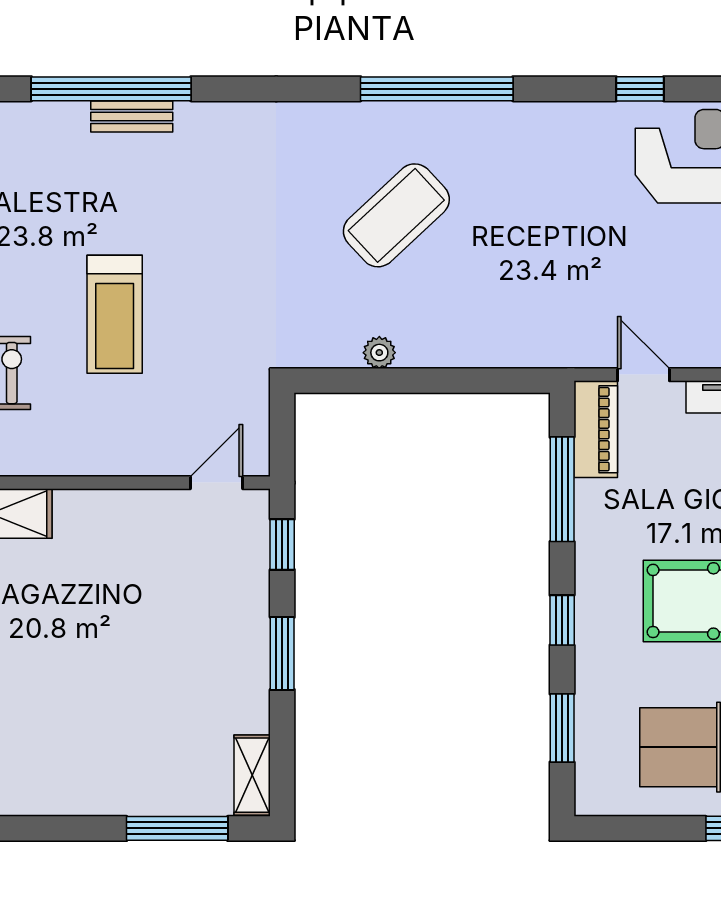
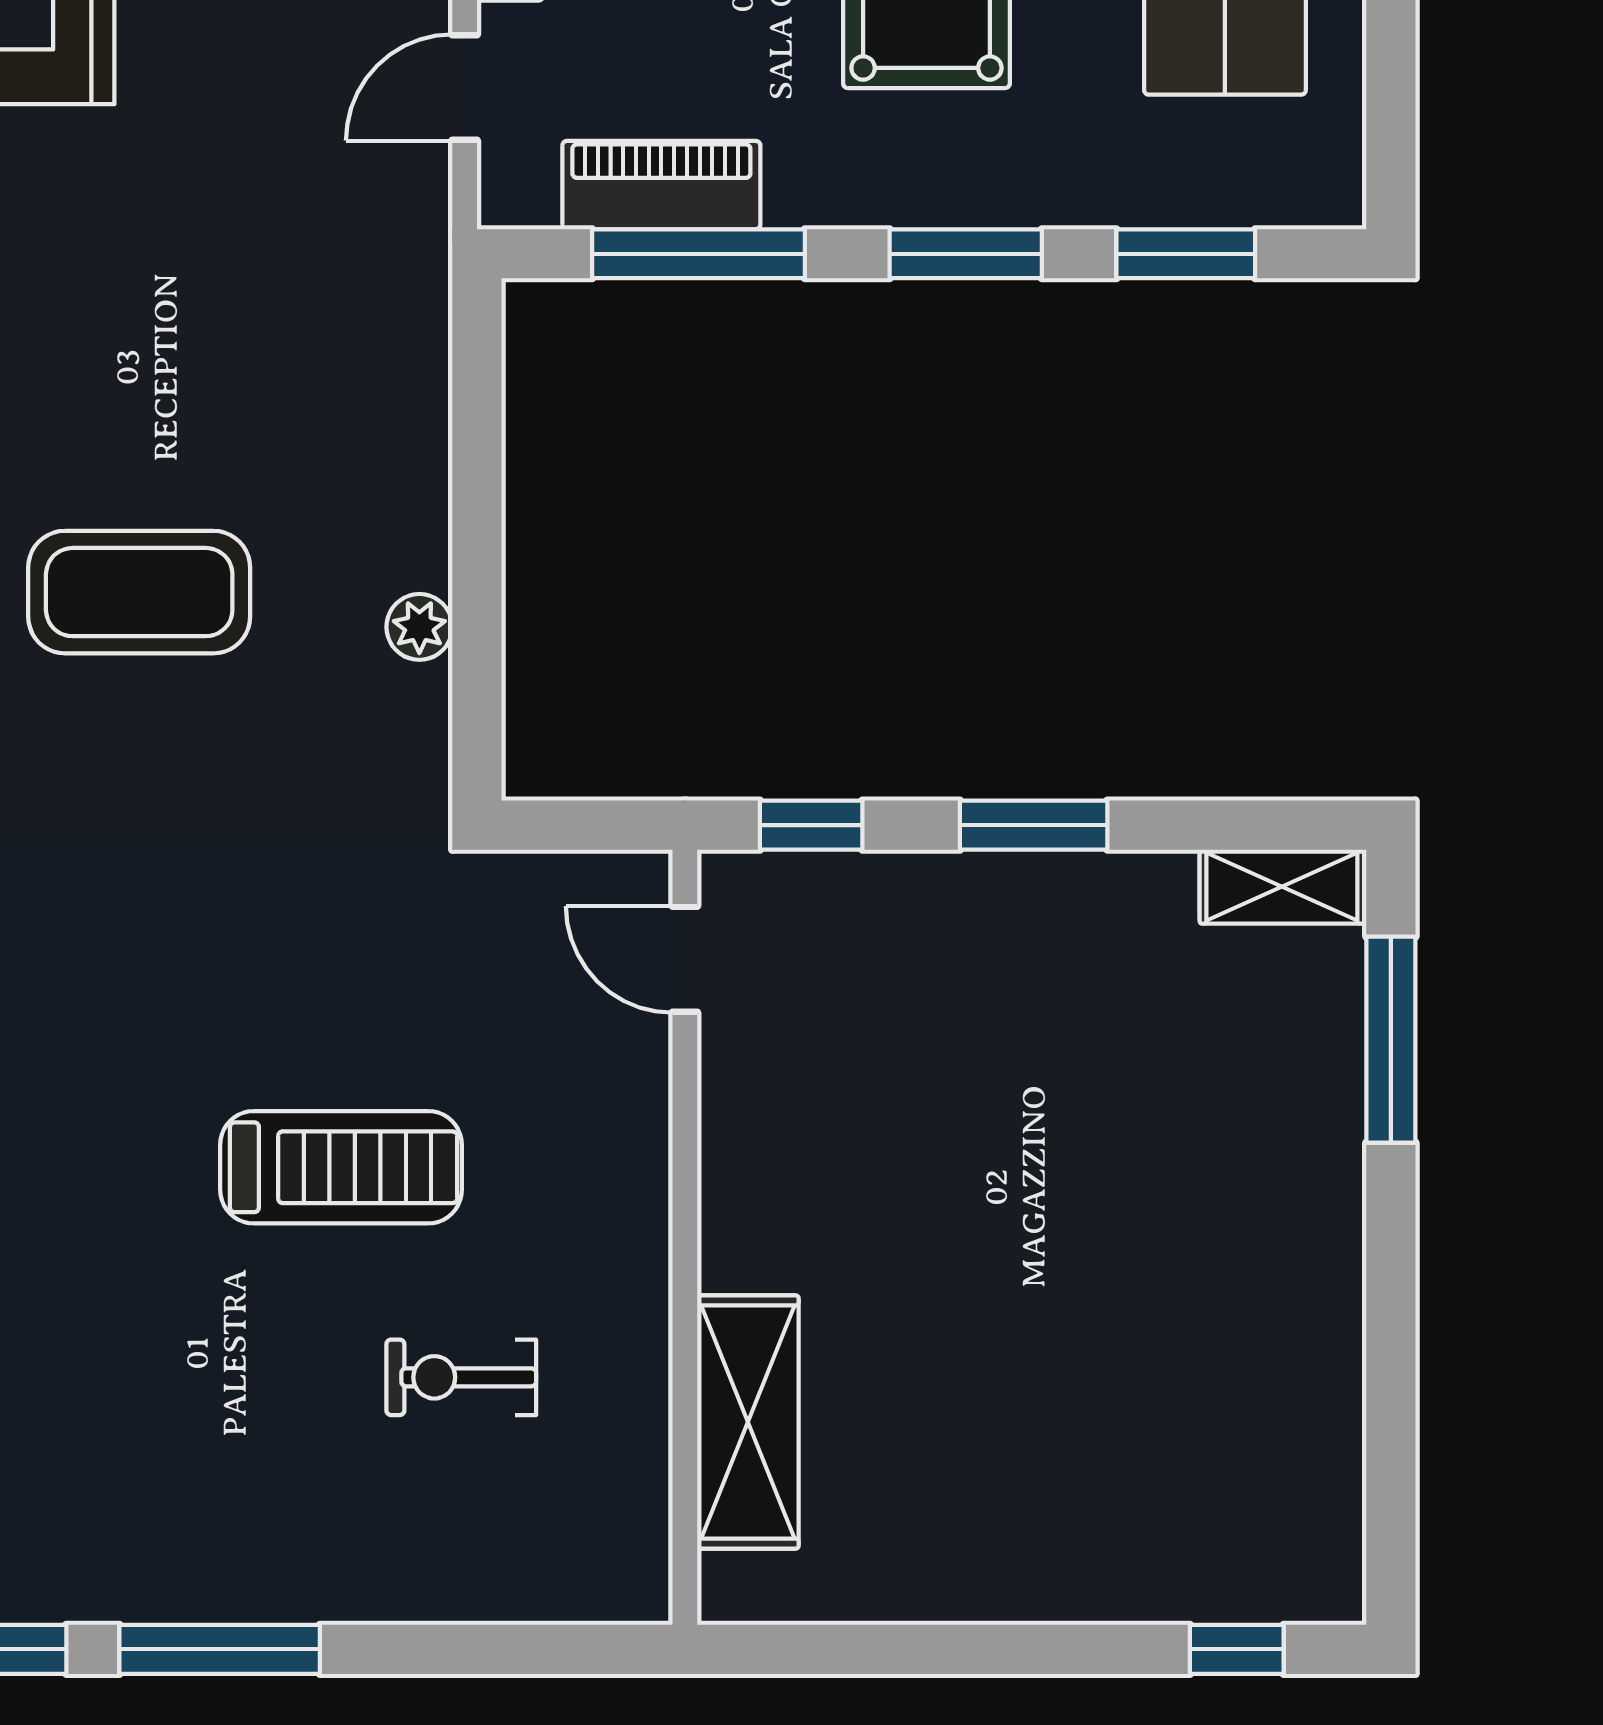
coffee table: (396, 215) -> (139, 592), turned -47
piano: (596, 429) -> (661, 185), moved
window: (562, 620) -> (966, 254), width x1.50

